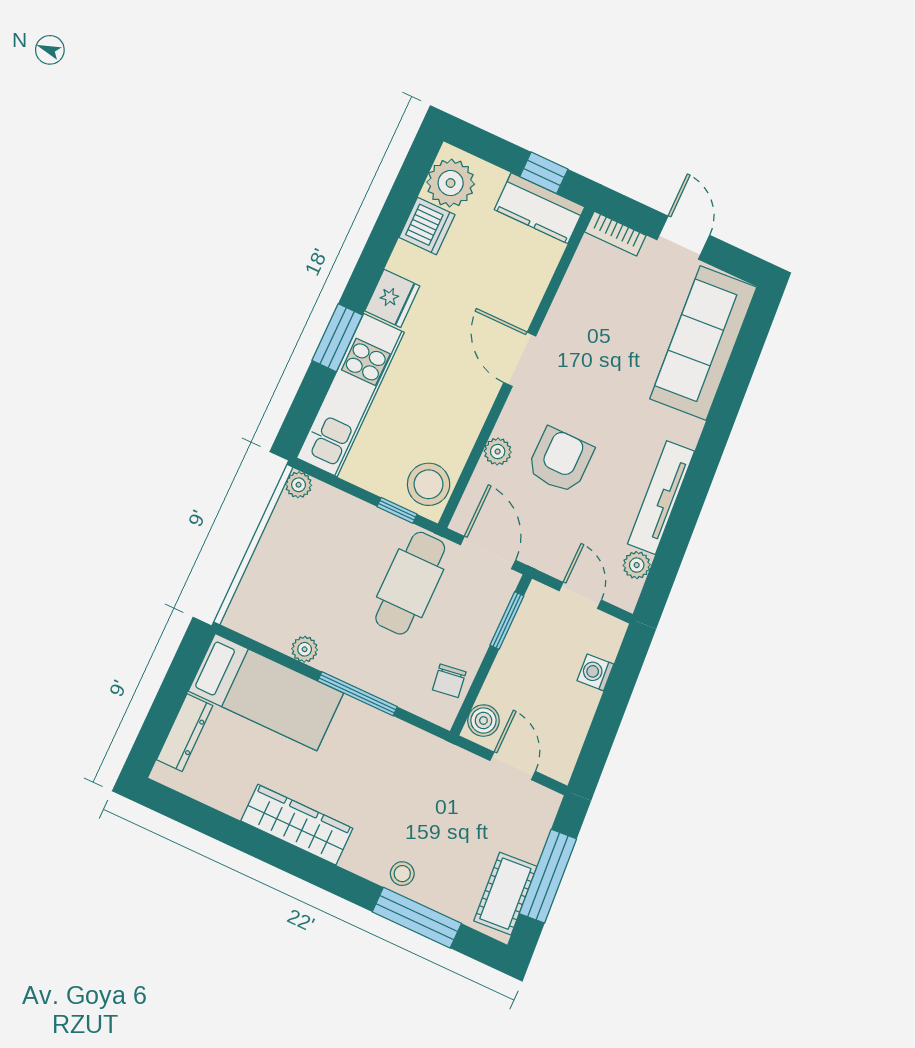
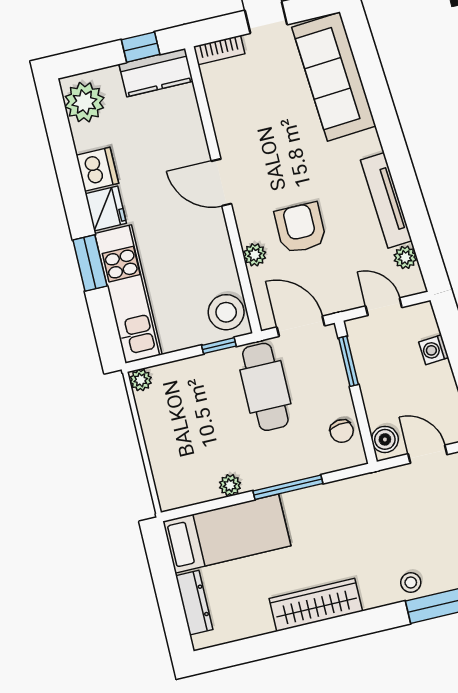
dishwasher: (427, 226) -> (97, 169), moved

